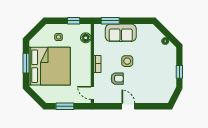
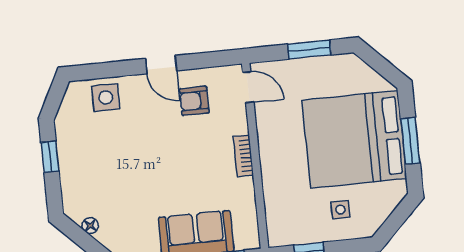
floor lamp: (86, 38) -> (277, 214), removed
side table: (127, 61) -> (106, 97), moved
armchair: (117, 79) -> (194, 101), moved

